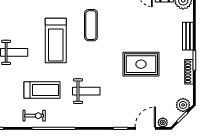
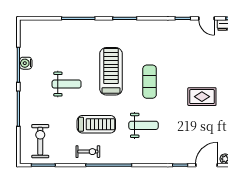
exercise mat: (91, 25) -> (150, 82), moved
treadmill: (56, 40) -> (111, 71), turned 180
rug: (141, 64) -> (202, 97), width x0.73, depth x0.70

